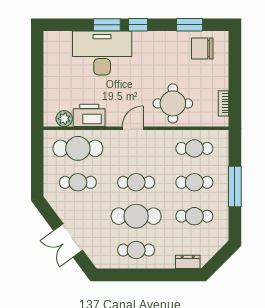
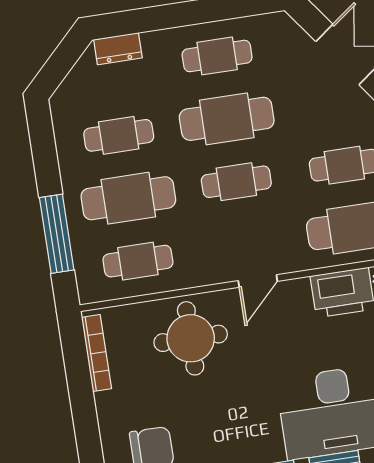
bookcase: (224, 103) -> (96, 353), width x1.56
cafe table: (194, 182) -> (128, 198), width x1.37, depth x1.35
window: (235, 186) -> (57, 234), moved

